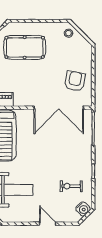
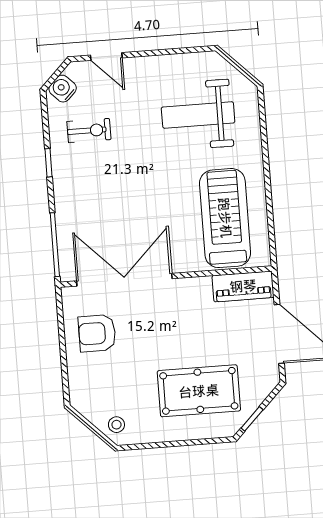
armchair: (75, 81) -> (97, 333), turned 80
door: (48, 224) -> (106, 57), moved

